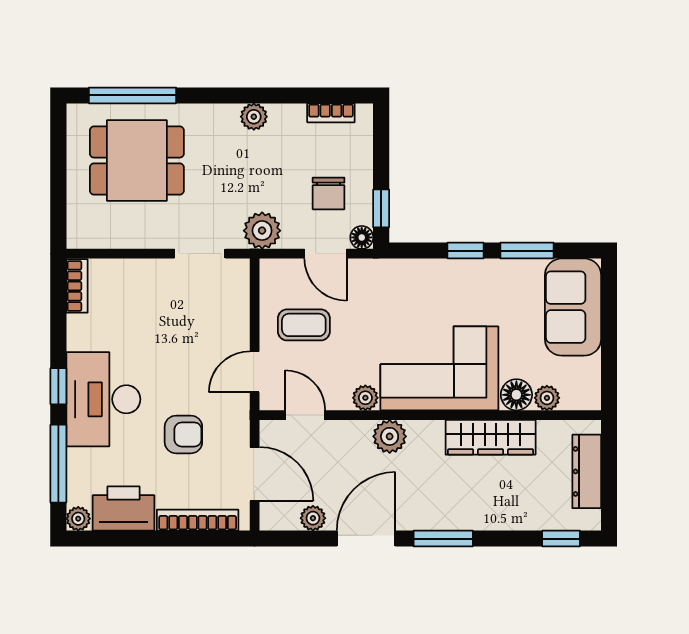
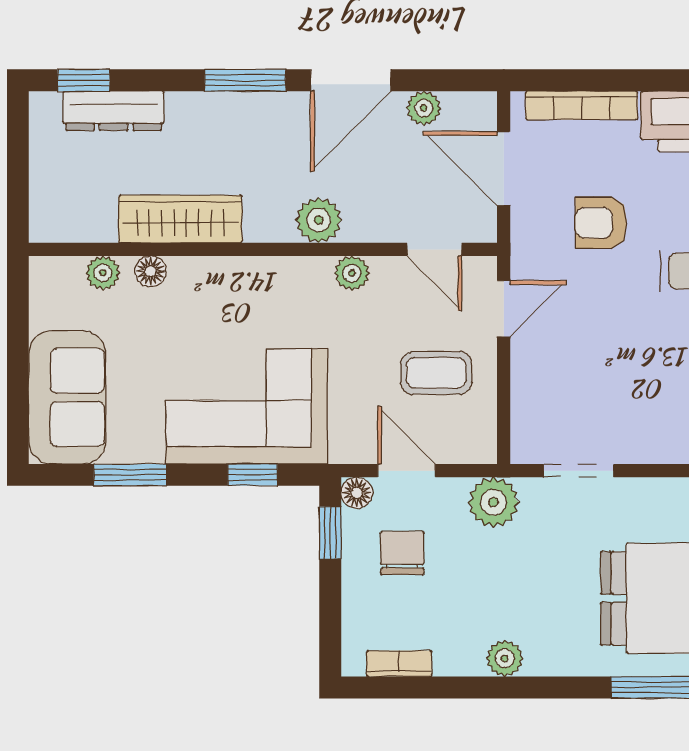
window: (465, 251) -> (253, 475), moved
corner sofa: (439, 368) -> (247, 406), moved, turned 180
floor lamp: (516, 395) -> (151, 271), width x0.73, depth x0.73
dresser: (587, 471) -> (114, 111), moved, turned 90

